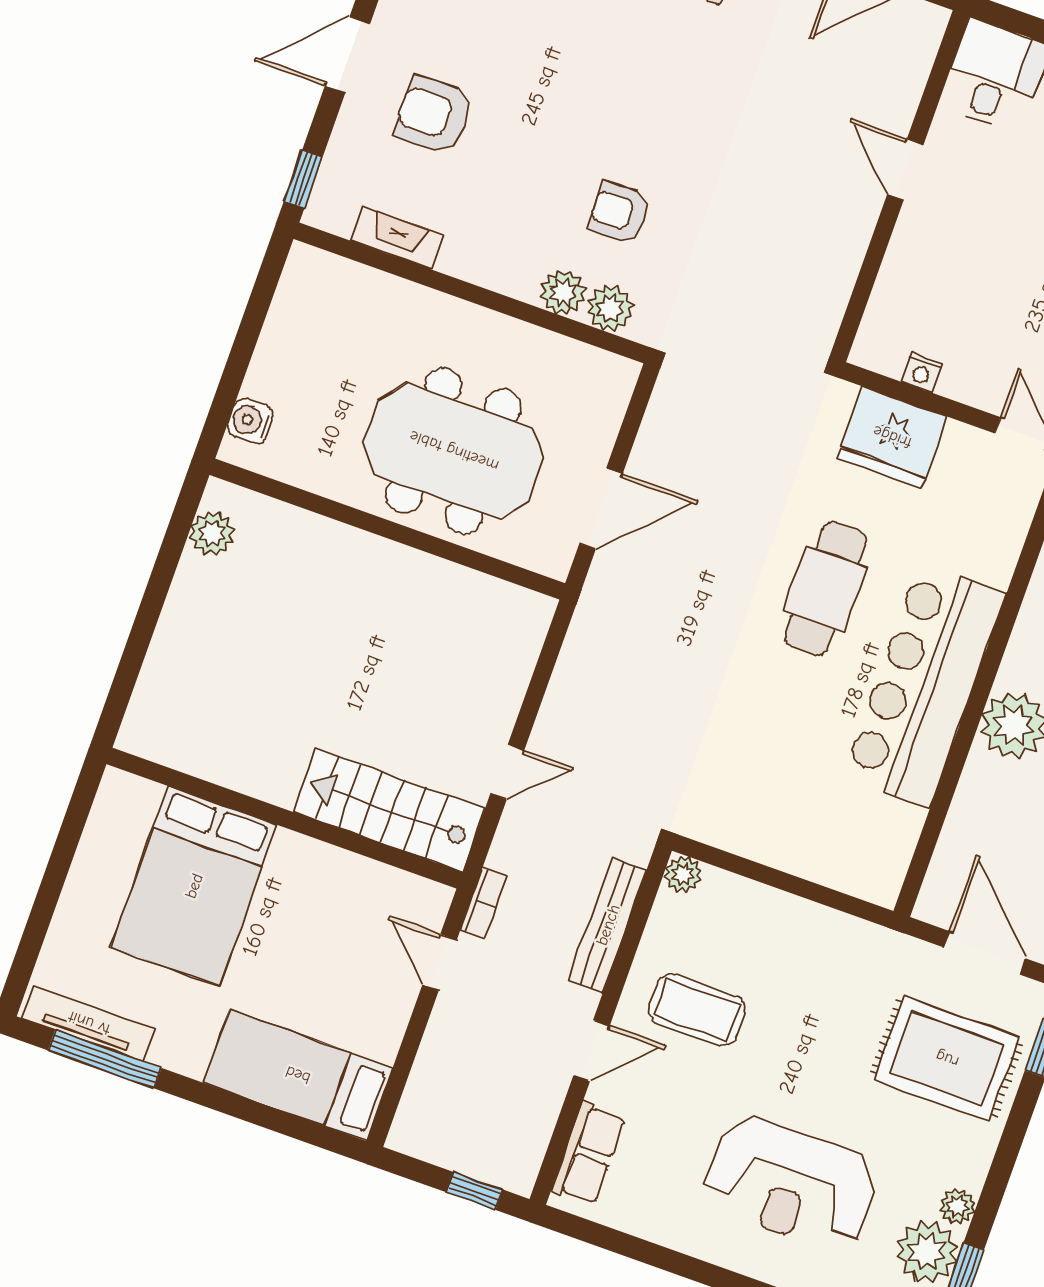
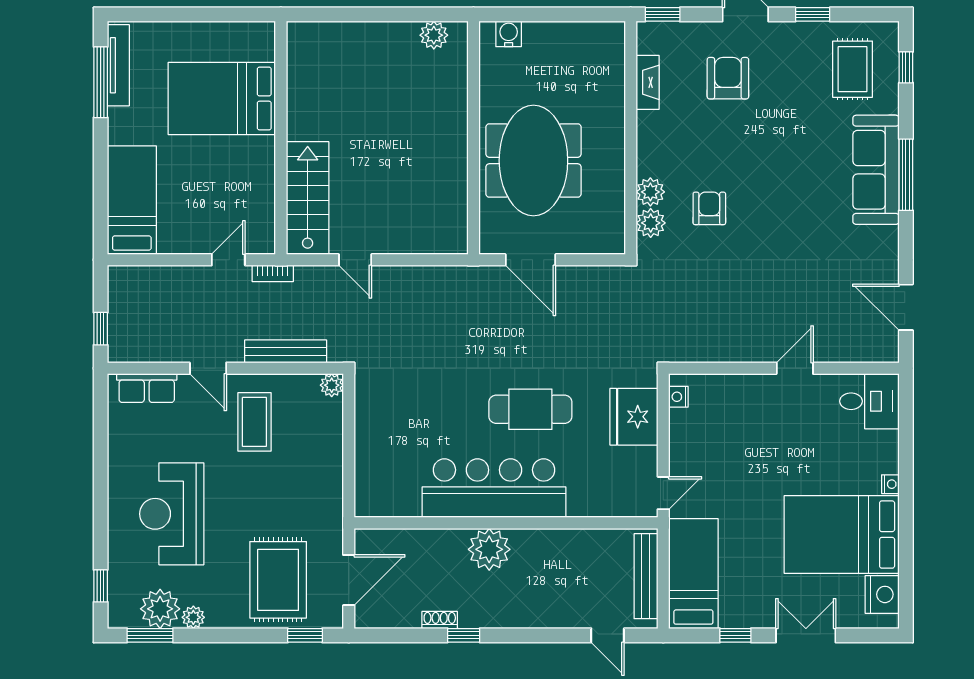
nightstand: (922, 373) -> (678, 397), moved

